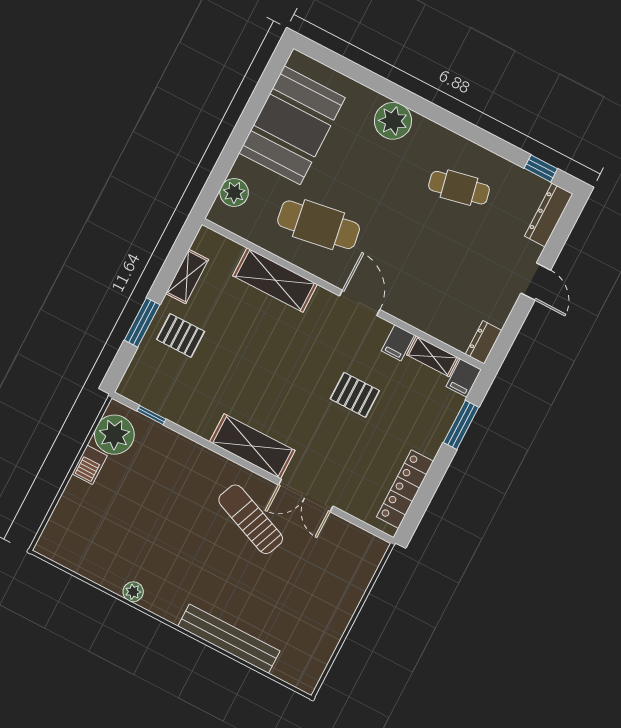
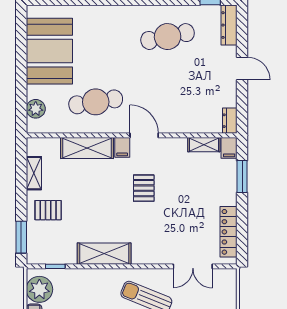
plant: (393, 121) -> (108, 17), removed
cafe table: (459, 188) -> (168, 37), width x1.37, depth x1.35
window: (142, 322) -> (21, 237), moved
filing cabinet: (398, 343) -> (122, 147), moved
pallet: (355, 395) -> (144, 188), moved, turned 90
shelving: (252, 446) -> (104, 254), moved
double door: (306, 495) -> (193, 266), moved

